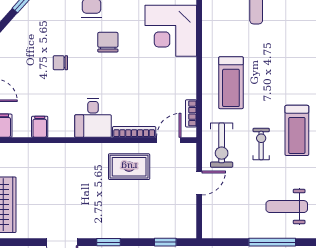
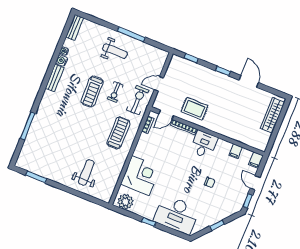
chair: (108, 42) -> (178, 183), removed
treadmill: (297, 130) -> (92, 91), turned 180

